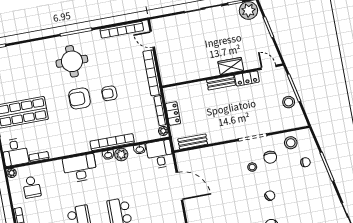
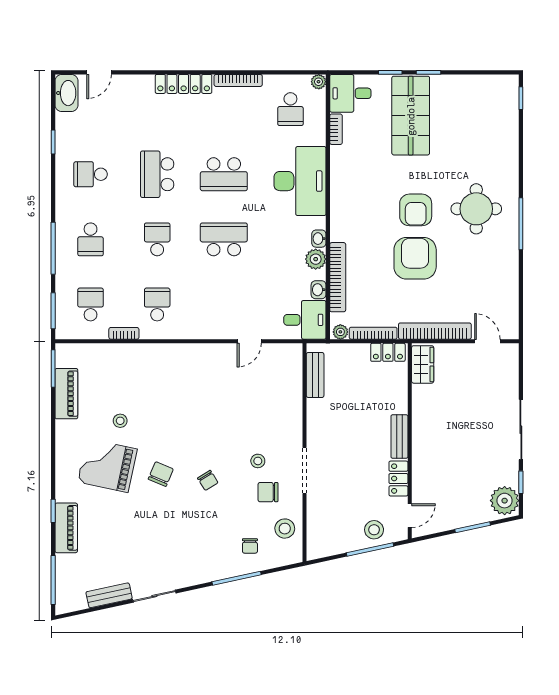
bookcase: (122, 30) -> (511, 296), removed
door: (152, 39) -> (487, 341), hinge flipped
wardrobe: (231, 66) -> (423, 364), moved
armchair: (109, 93) -> (415, 258), width x1.88, depth x1.88
armchair: (79, 98) -> (416, 210), turned 180
stool: (289, 102) -> (374, 530), moved
locker: (173, 114) -> (388, 352), moved
bookcase: (112, 142) -> (338, 277), moved
desk: (80, 168) -> (300, 181), width x1.36, depth x1.30
door: (179, 186) -> (249, 341), width x0.53
school desk: (32, 187) -> (290, 109), turned -90

